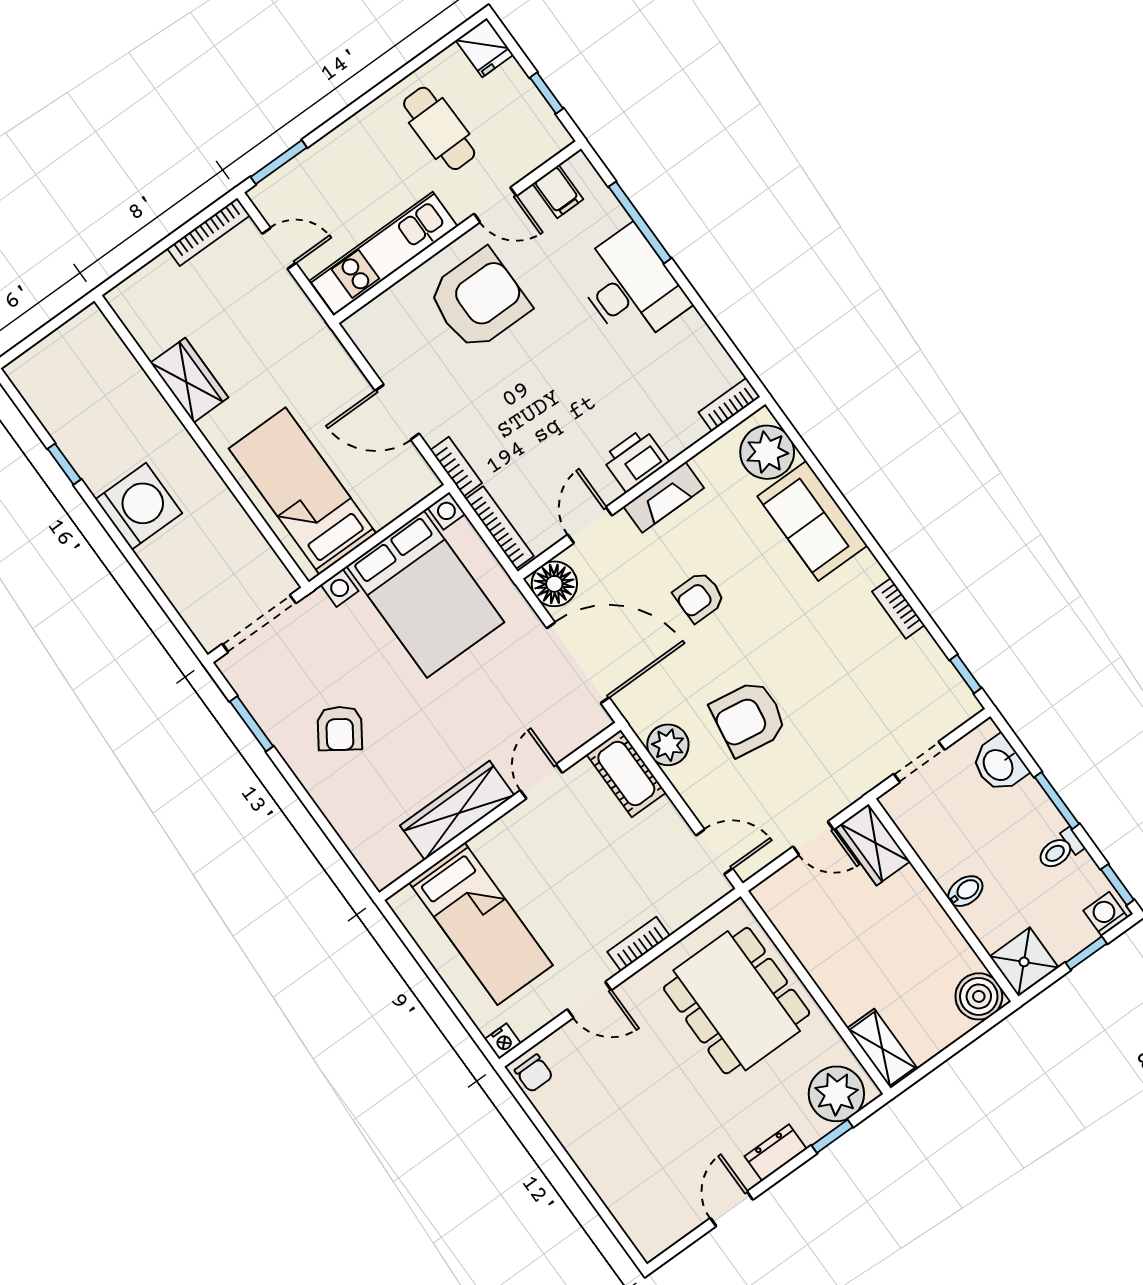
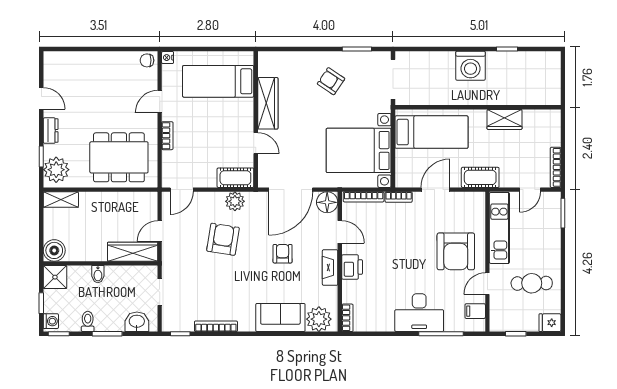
cot: (320, 350) -> (480, 177), added
bookcase: (898, 608) -> (216, 326), width x1.56
wardrobe: (873, 845) -> (133, 252), width x1.50

